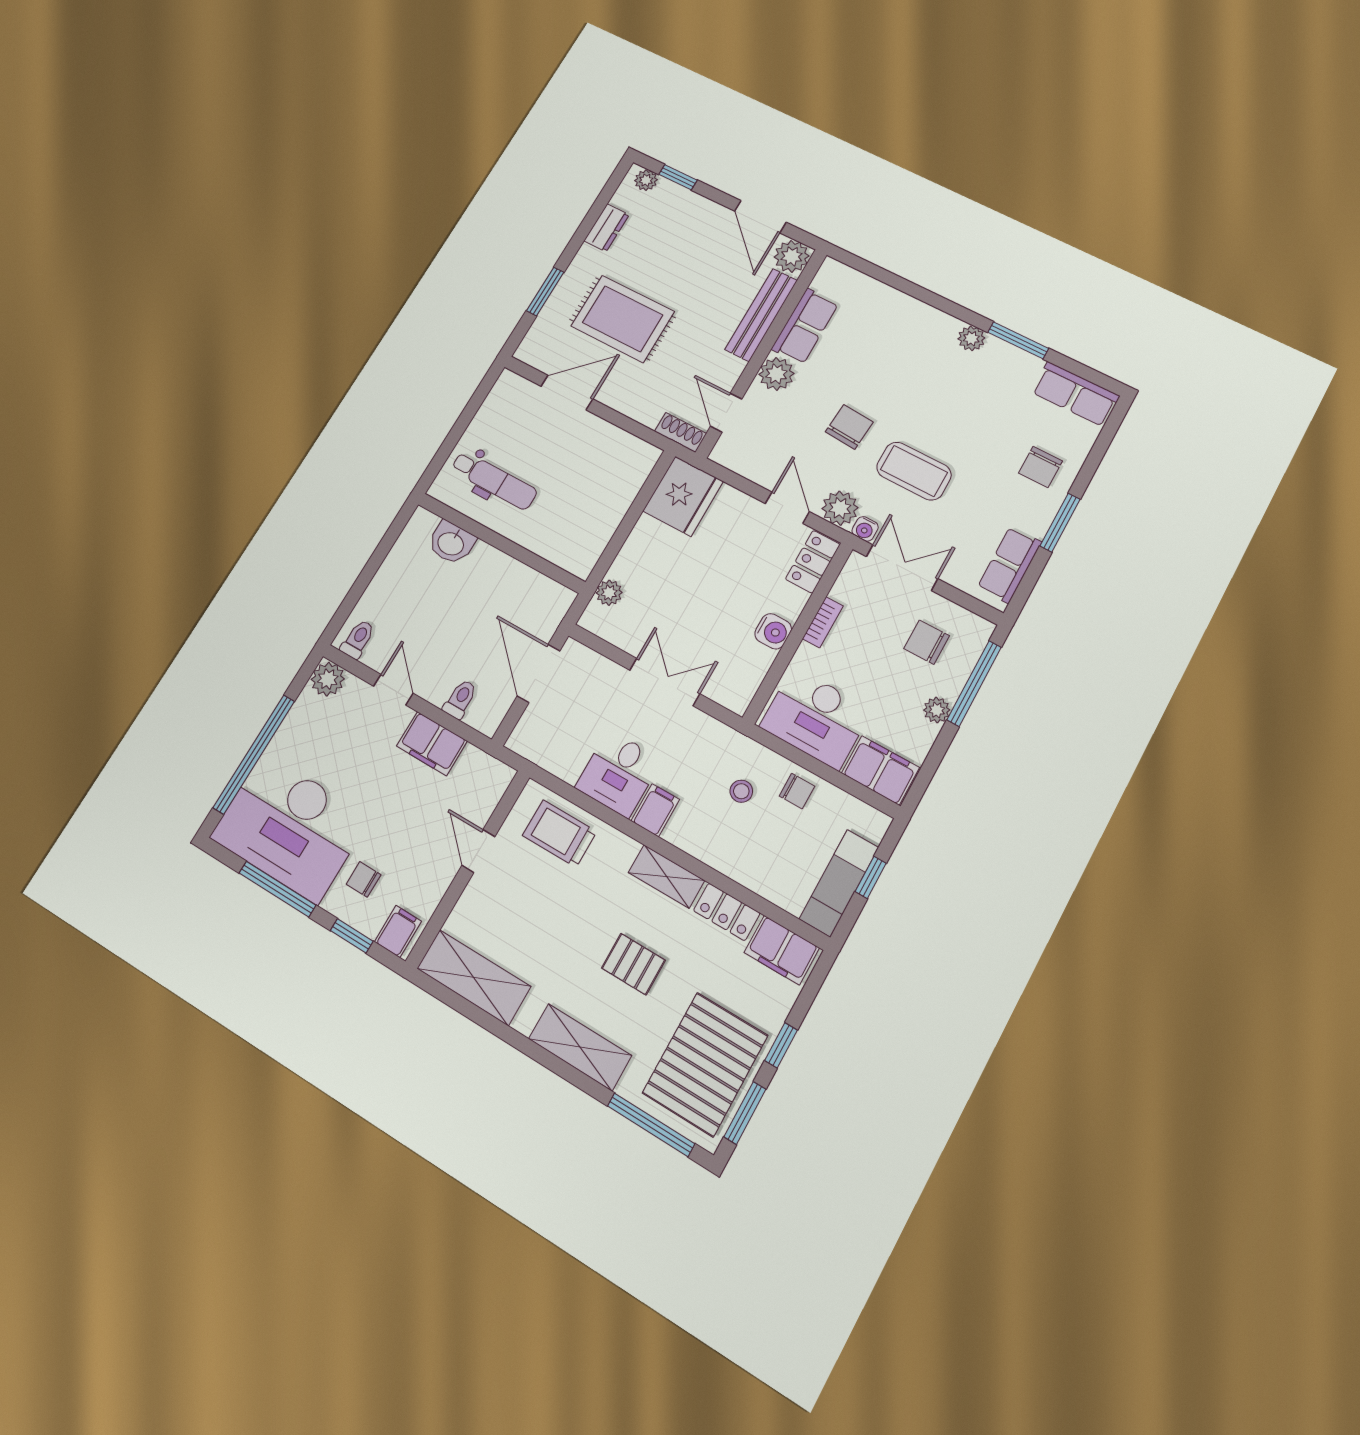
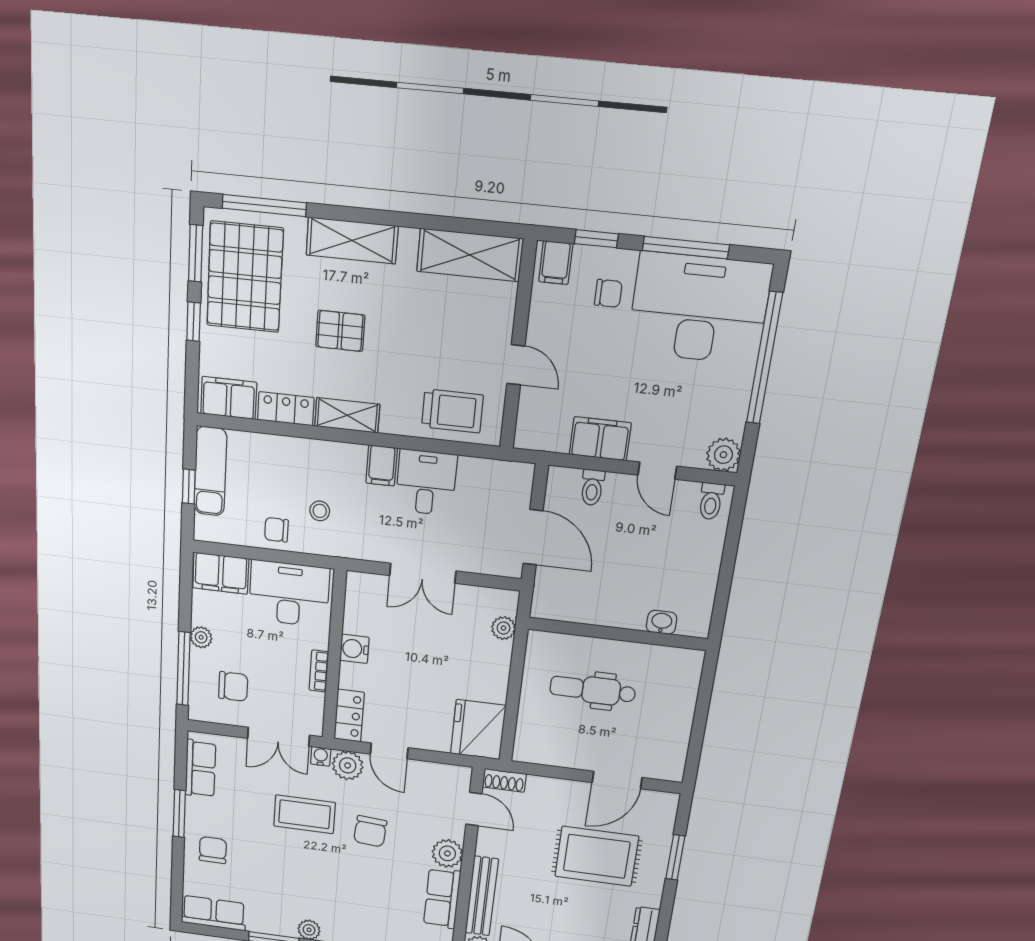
dental chair: (494, 480) -> (593, 690), moved
washbasin: (451, 543) -> (662, 622), width x0.72, depth x0.69

